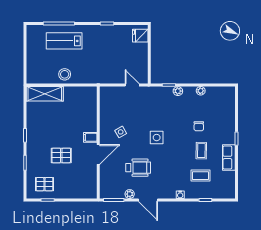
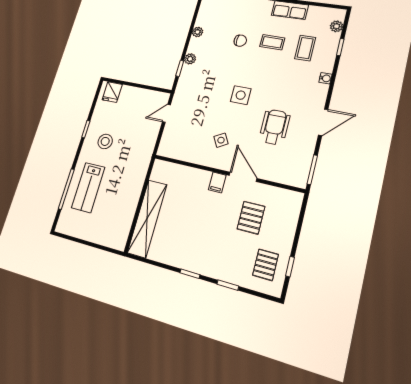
stool: (65, 74) -> (105, 141), moved
shelving: (45, 94) -> (147, 218), width x1.47
pallet: (61, 155) -> (251, 218), moved
plant: (130, 194) -> (336, 26), moved

